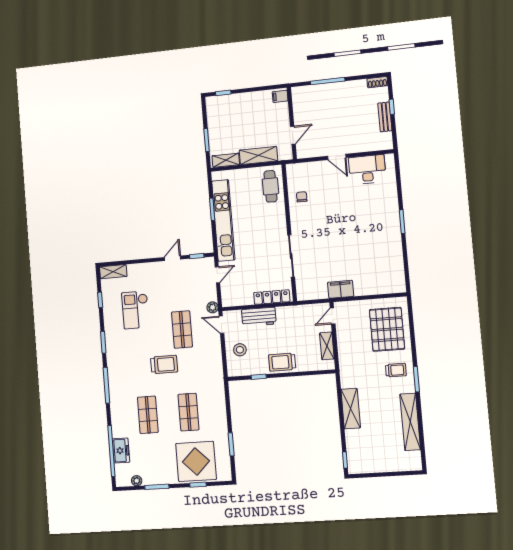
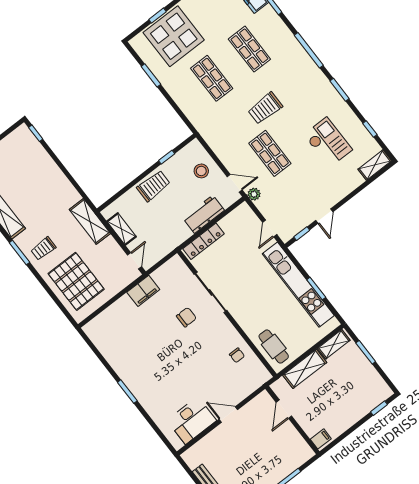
chair: (321, 249) -> (186, 317), added
shelving: (351, 409) -> (90, 221), moved

